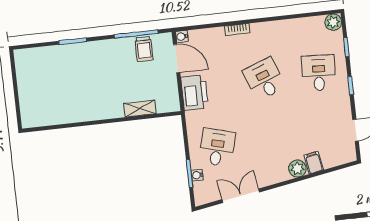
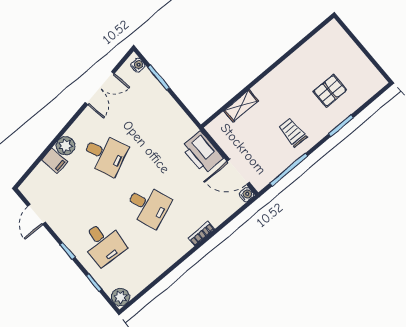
trolley: (144, 49) -> (293, 132), moved
pallet: (63, 74) -> (330, 91), added
desk: (217, 147) -> (105, 154), moved, turned -39
water cooler: (197, 175) -> (138, 65), moved

